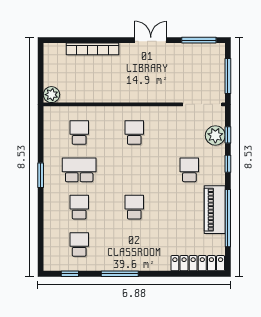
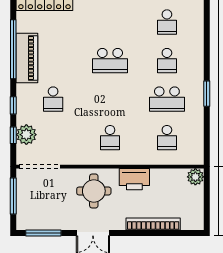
round table: (150, 81) -> (94, 191), added
printer: (111, 92) -> (134, 179), added
school desk: (134, 207) -> (110, 61), width x1.85

